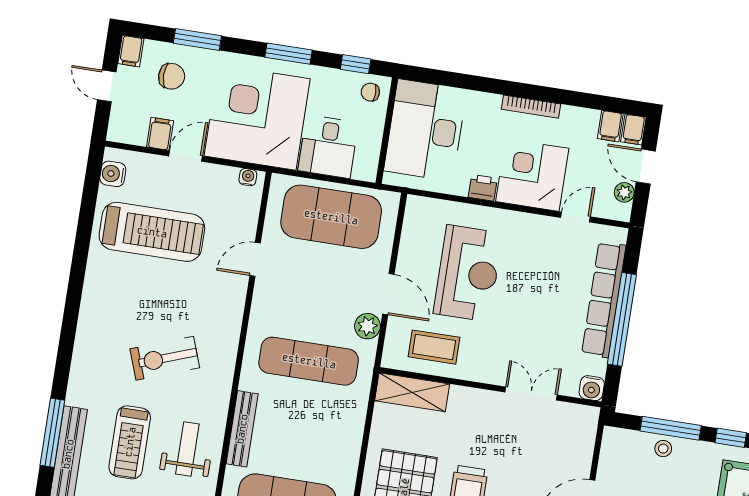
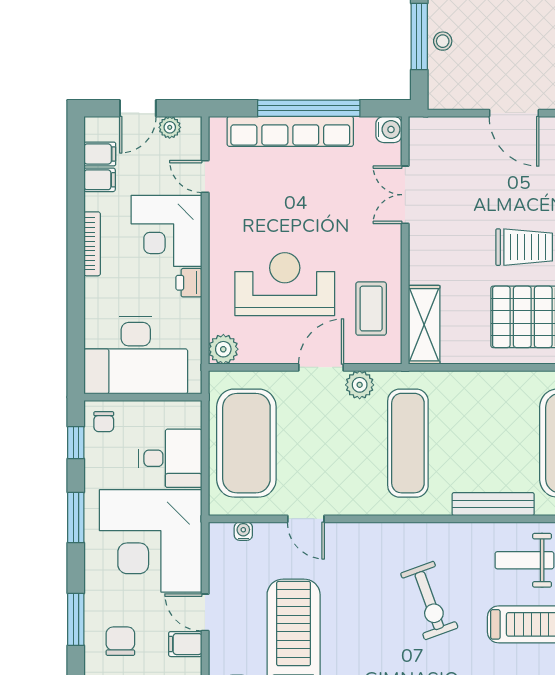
filing cabinet: (633, 130) -> (100, 180), moved
water cooler: (248, 177) -> (243, 531), moved, turned 90
plant: (418, 209) -> (223, 349), added

